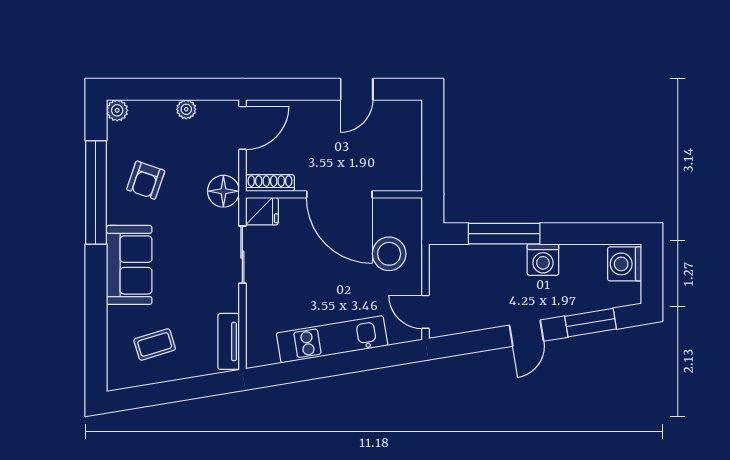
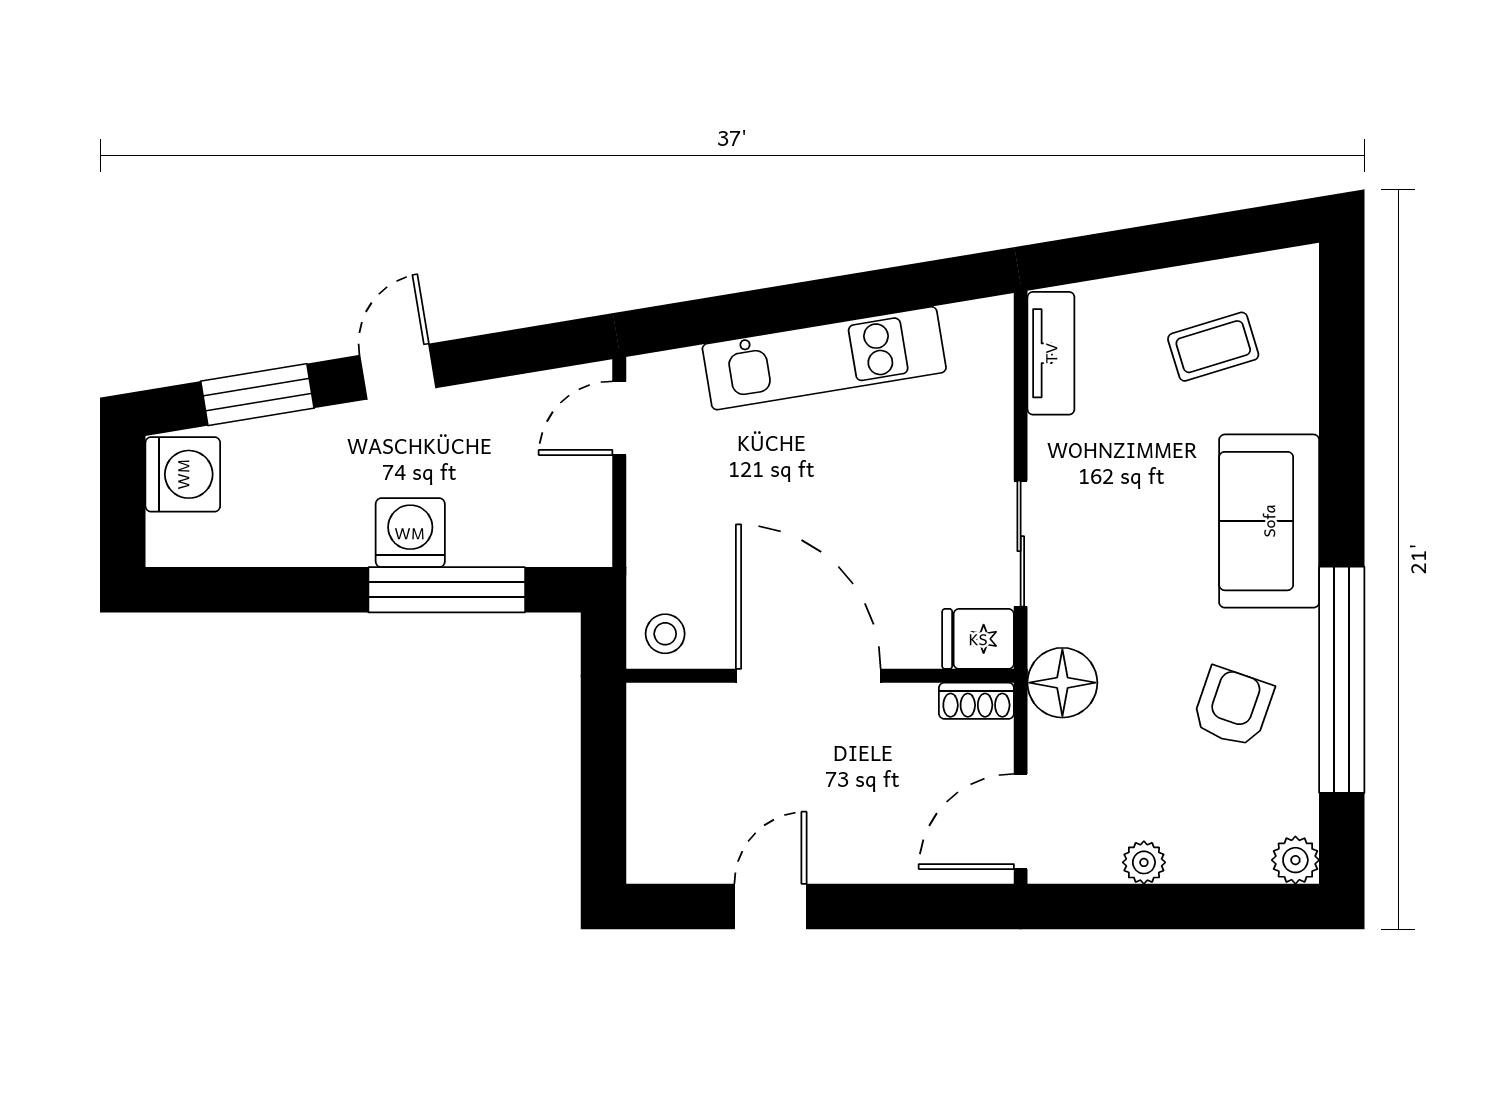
shoe rack: (270, 183) -> (976, 701), width x0.70
stool: (389, 254) -> (665, 634), moved, width x0.53, depth x0.53
washing machine: (543, 260) -> (410, 533), moved
washing machine: (625, 264) -> (183, 474), moved
door: (426, 312) -> (619, 418), swing flipped

